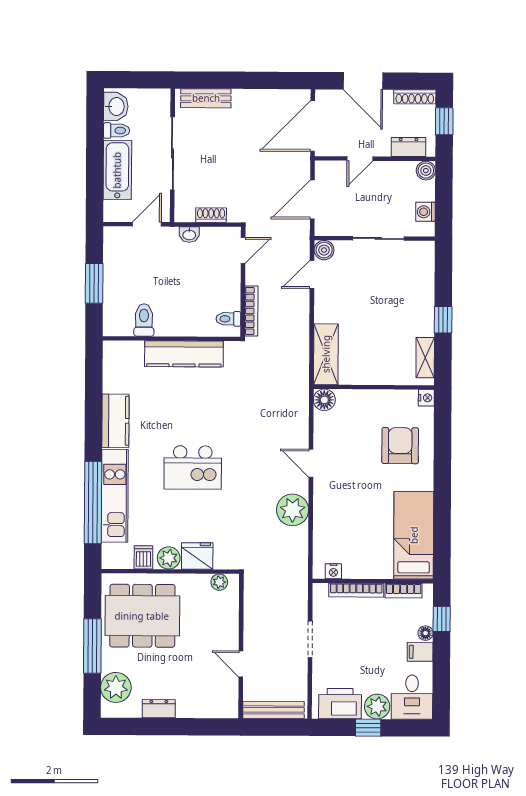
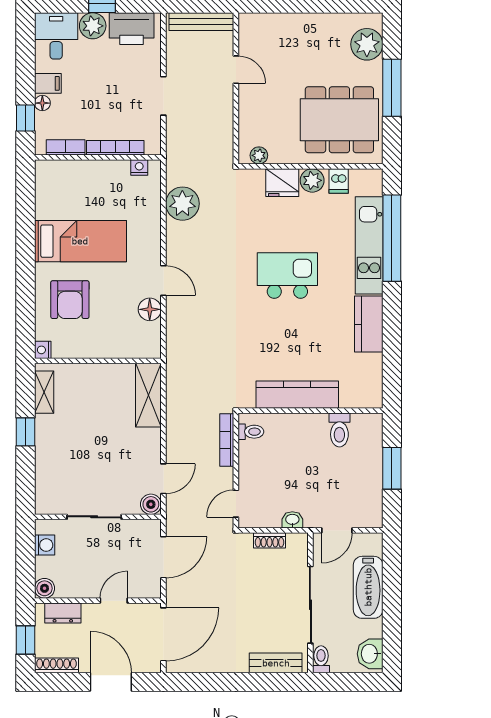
toilet: (117, 130) -> (321, 659), moved, turned 90
floor lamp: (324, 400) -> (150, 309), moved
plant: (293, 510) -> (182, 204), moved
bed: (414, 535) -> (80, 241), moved, turned -90
dresser: (159, 709) -> (322, 22), removed

